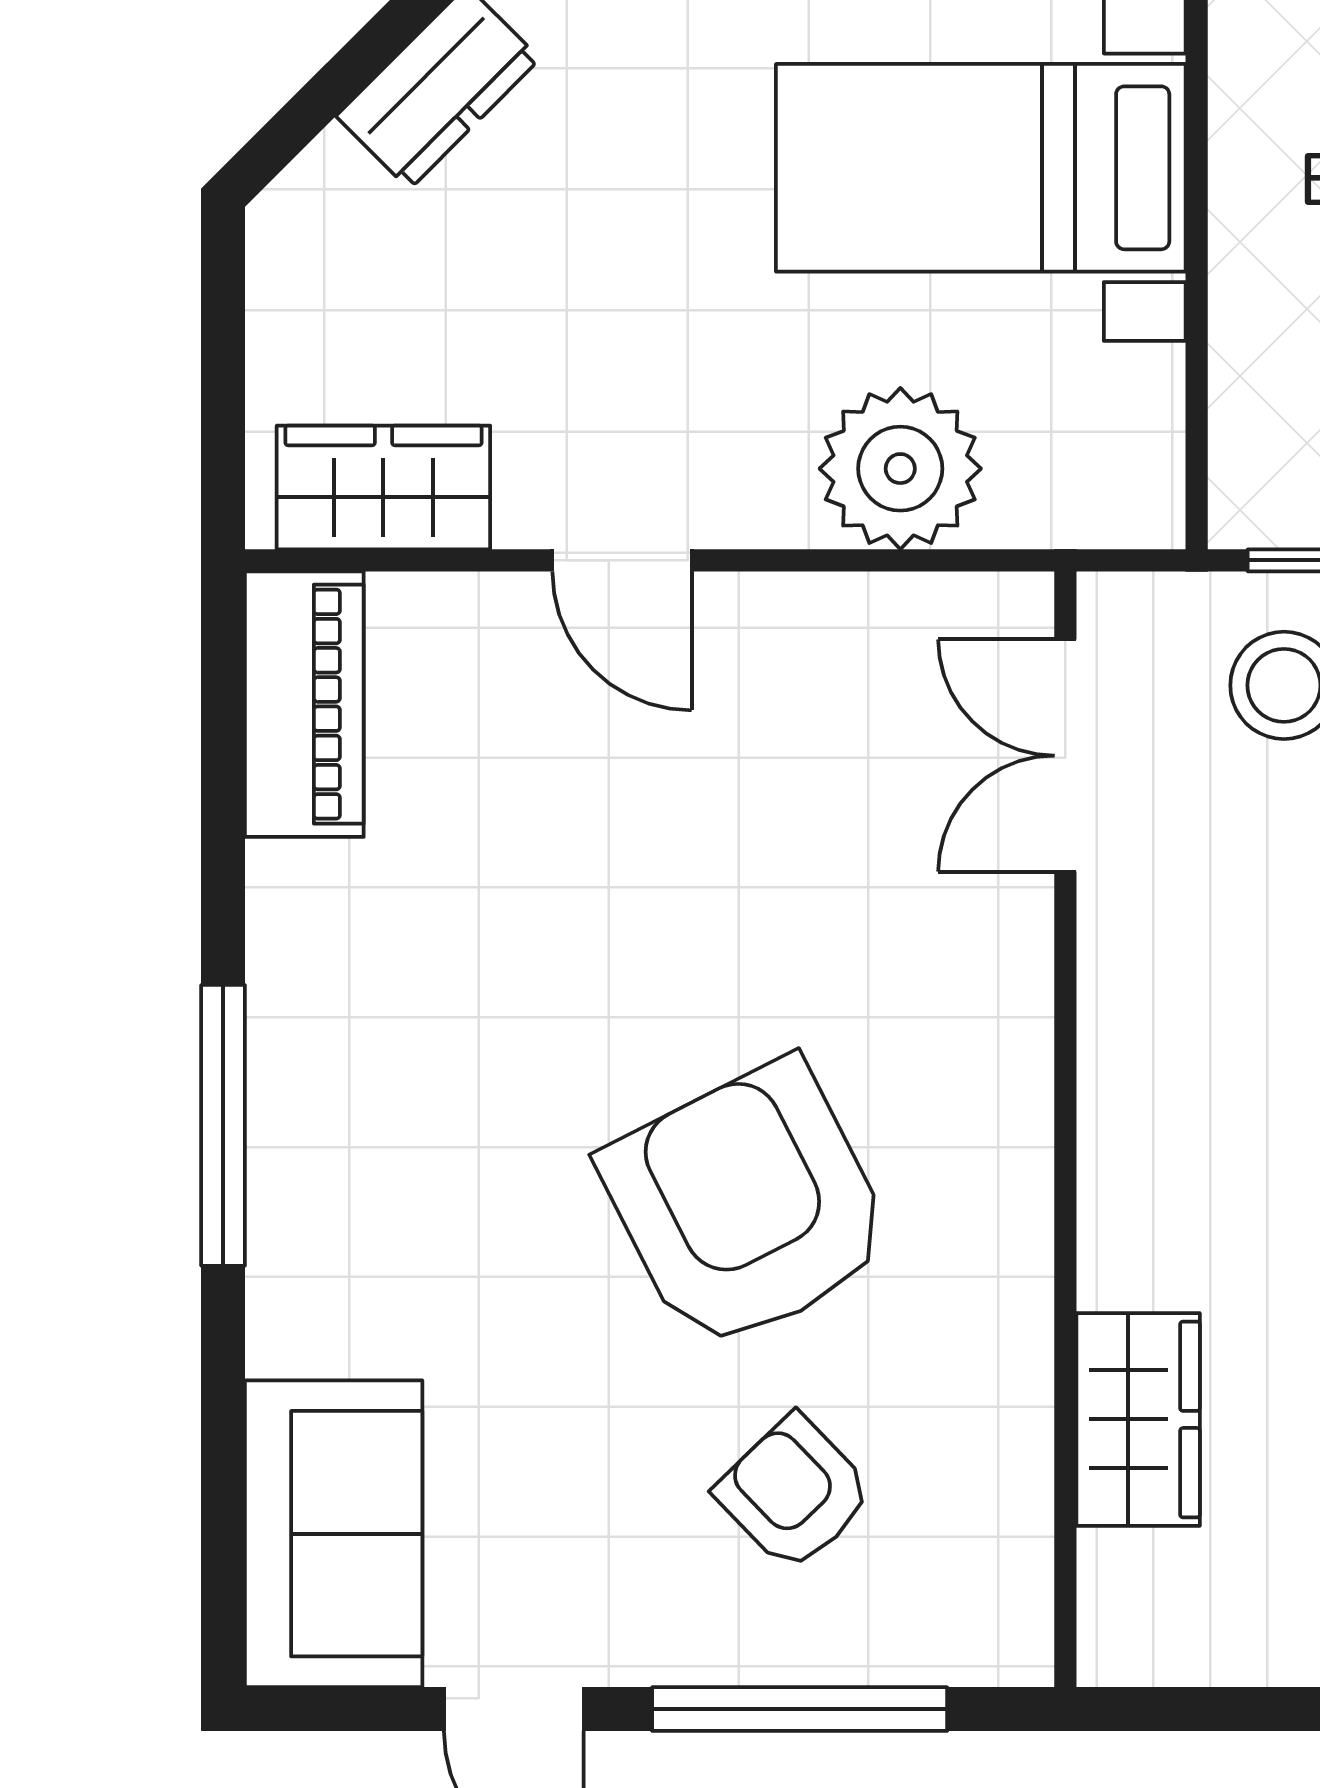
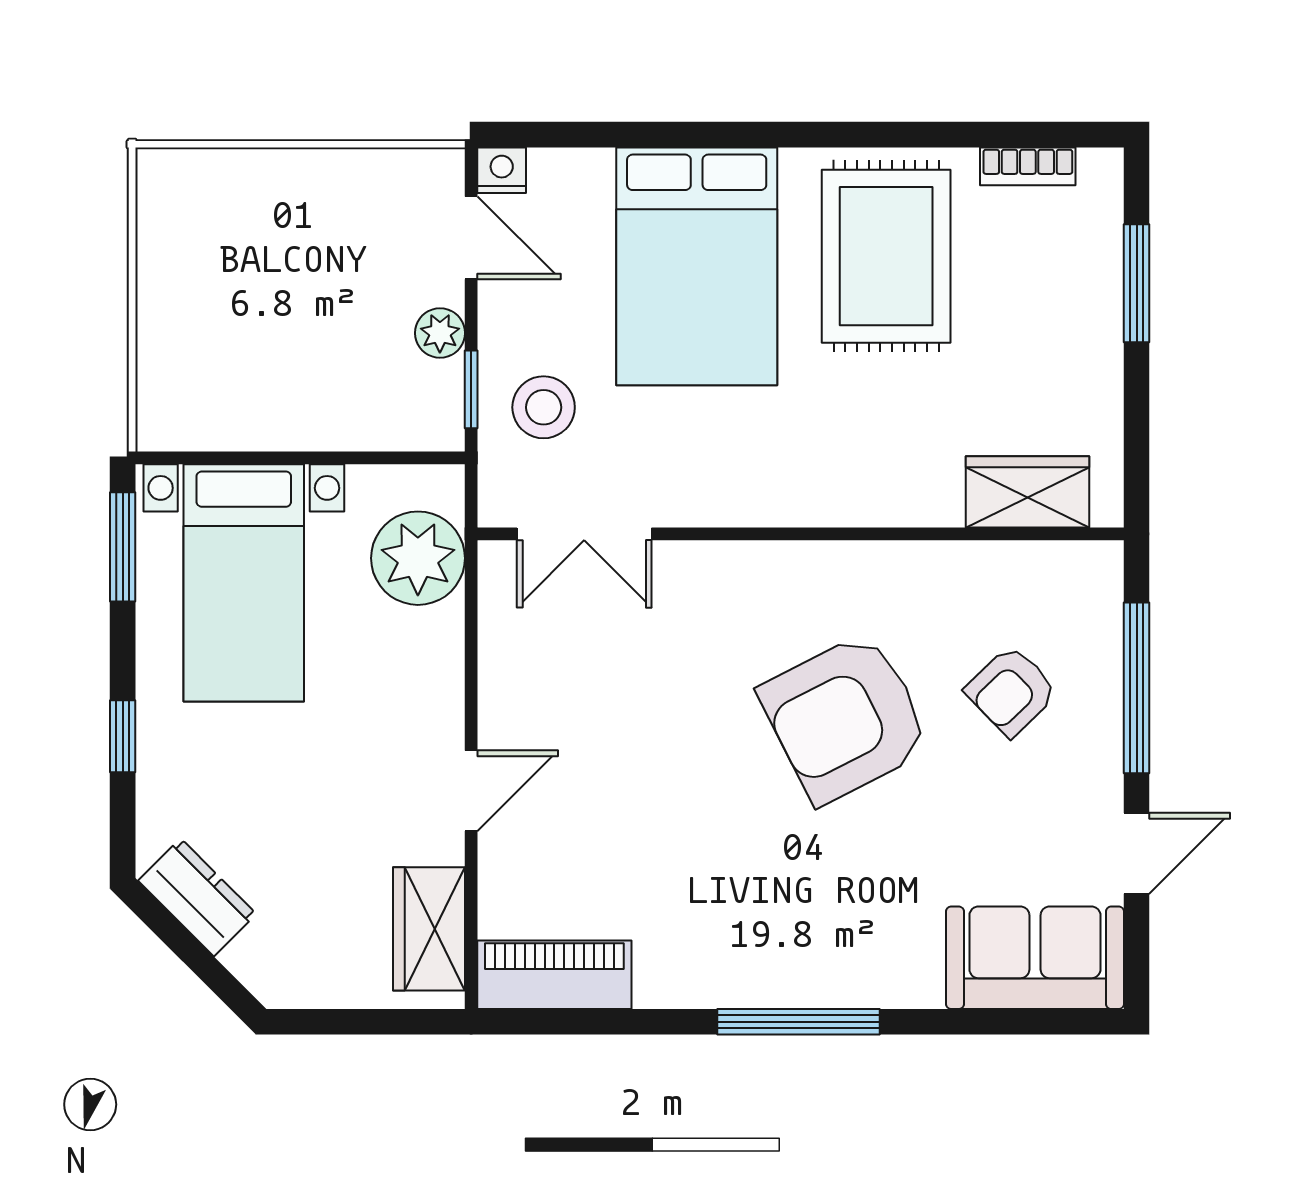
plant: (900, 469) -> (418, 558), moved
wardrobe: (1138, 1419) -> (1028, 492), moved

